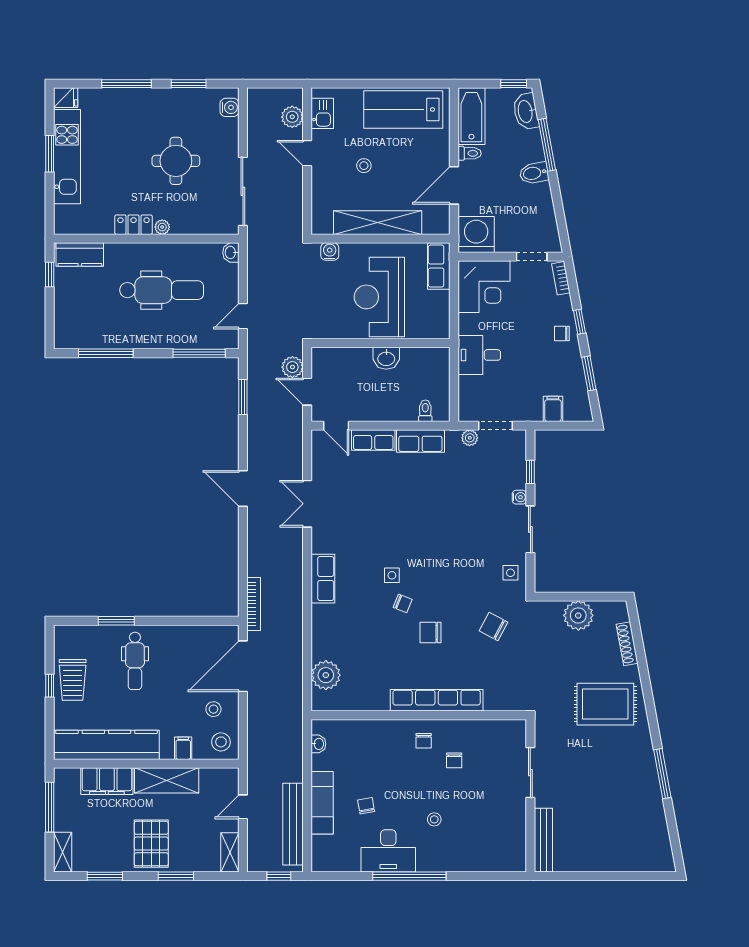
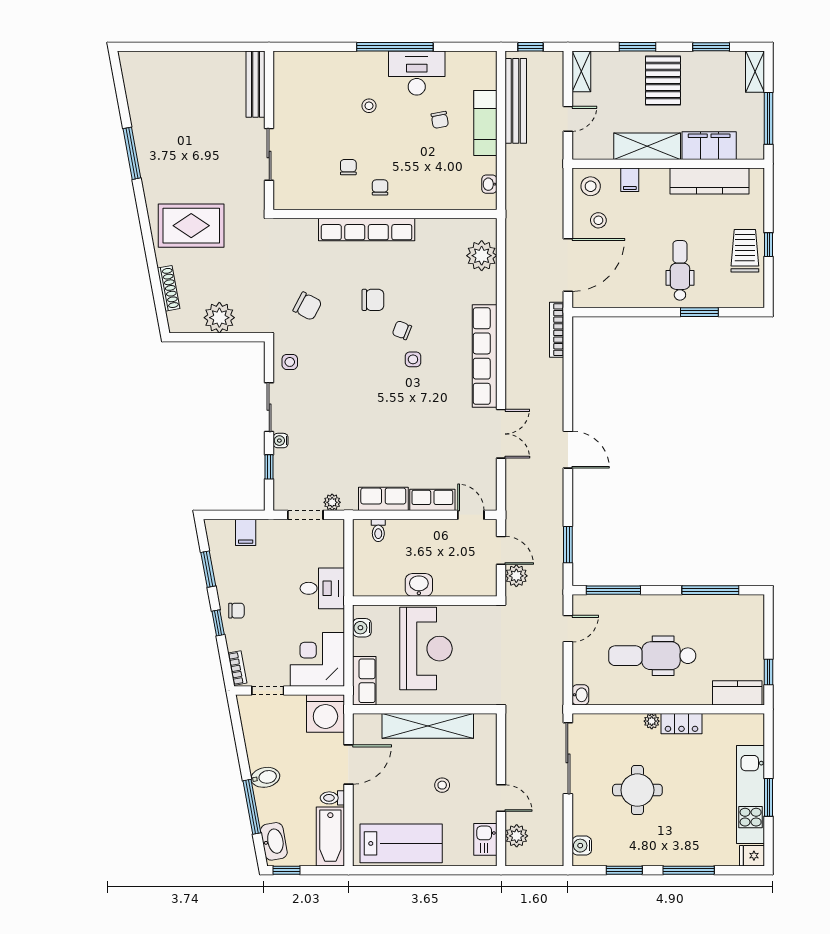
water cooler: (330, 252) -> (362, 628), moved, turned 90
row of seats: (323, 579) -> (485, 356), width x2.02
kitchen counter: (106, 745) -> (710, 181), width x0.72, depth x0.86

